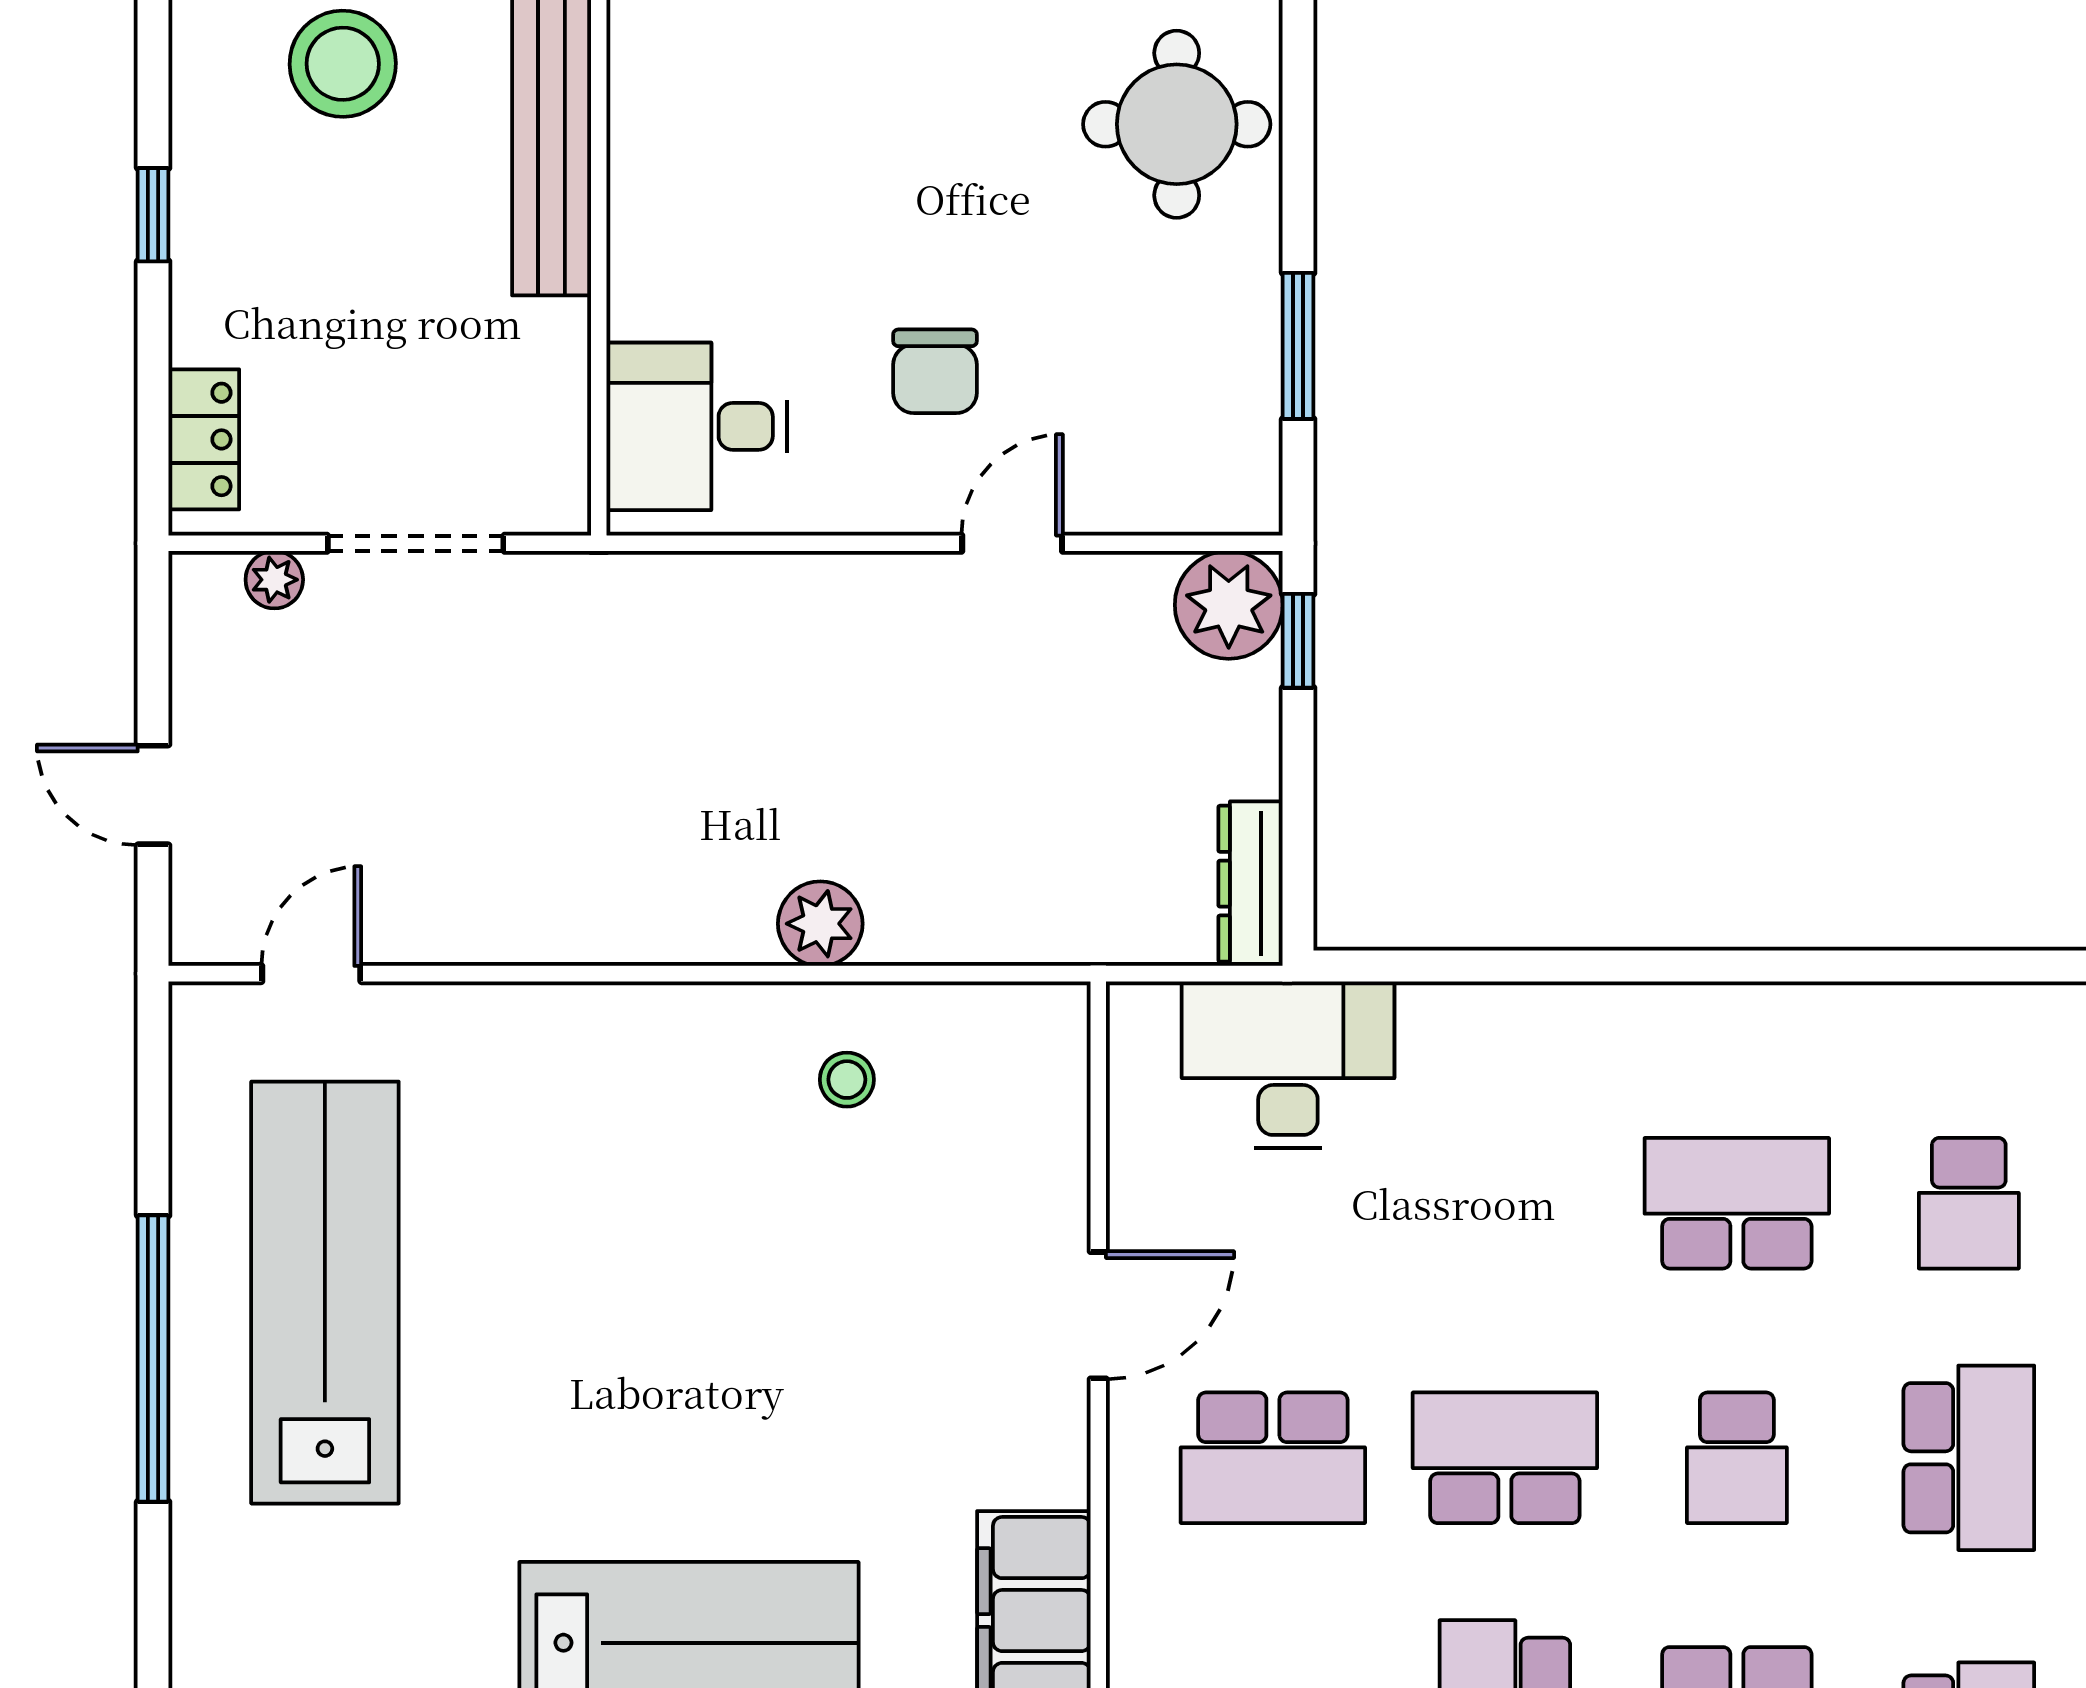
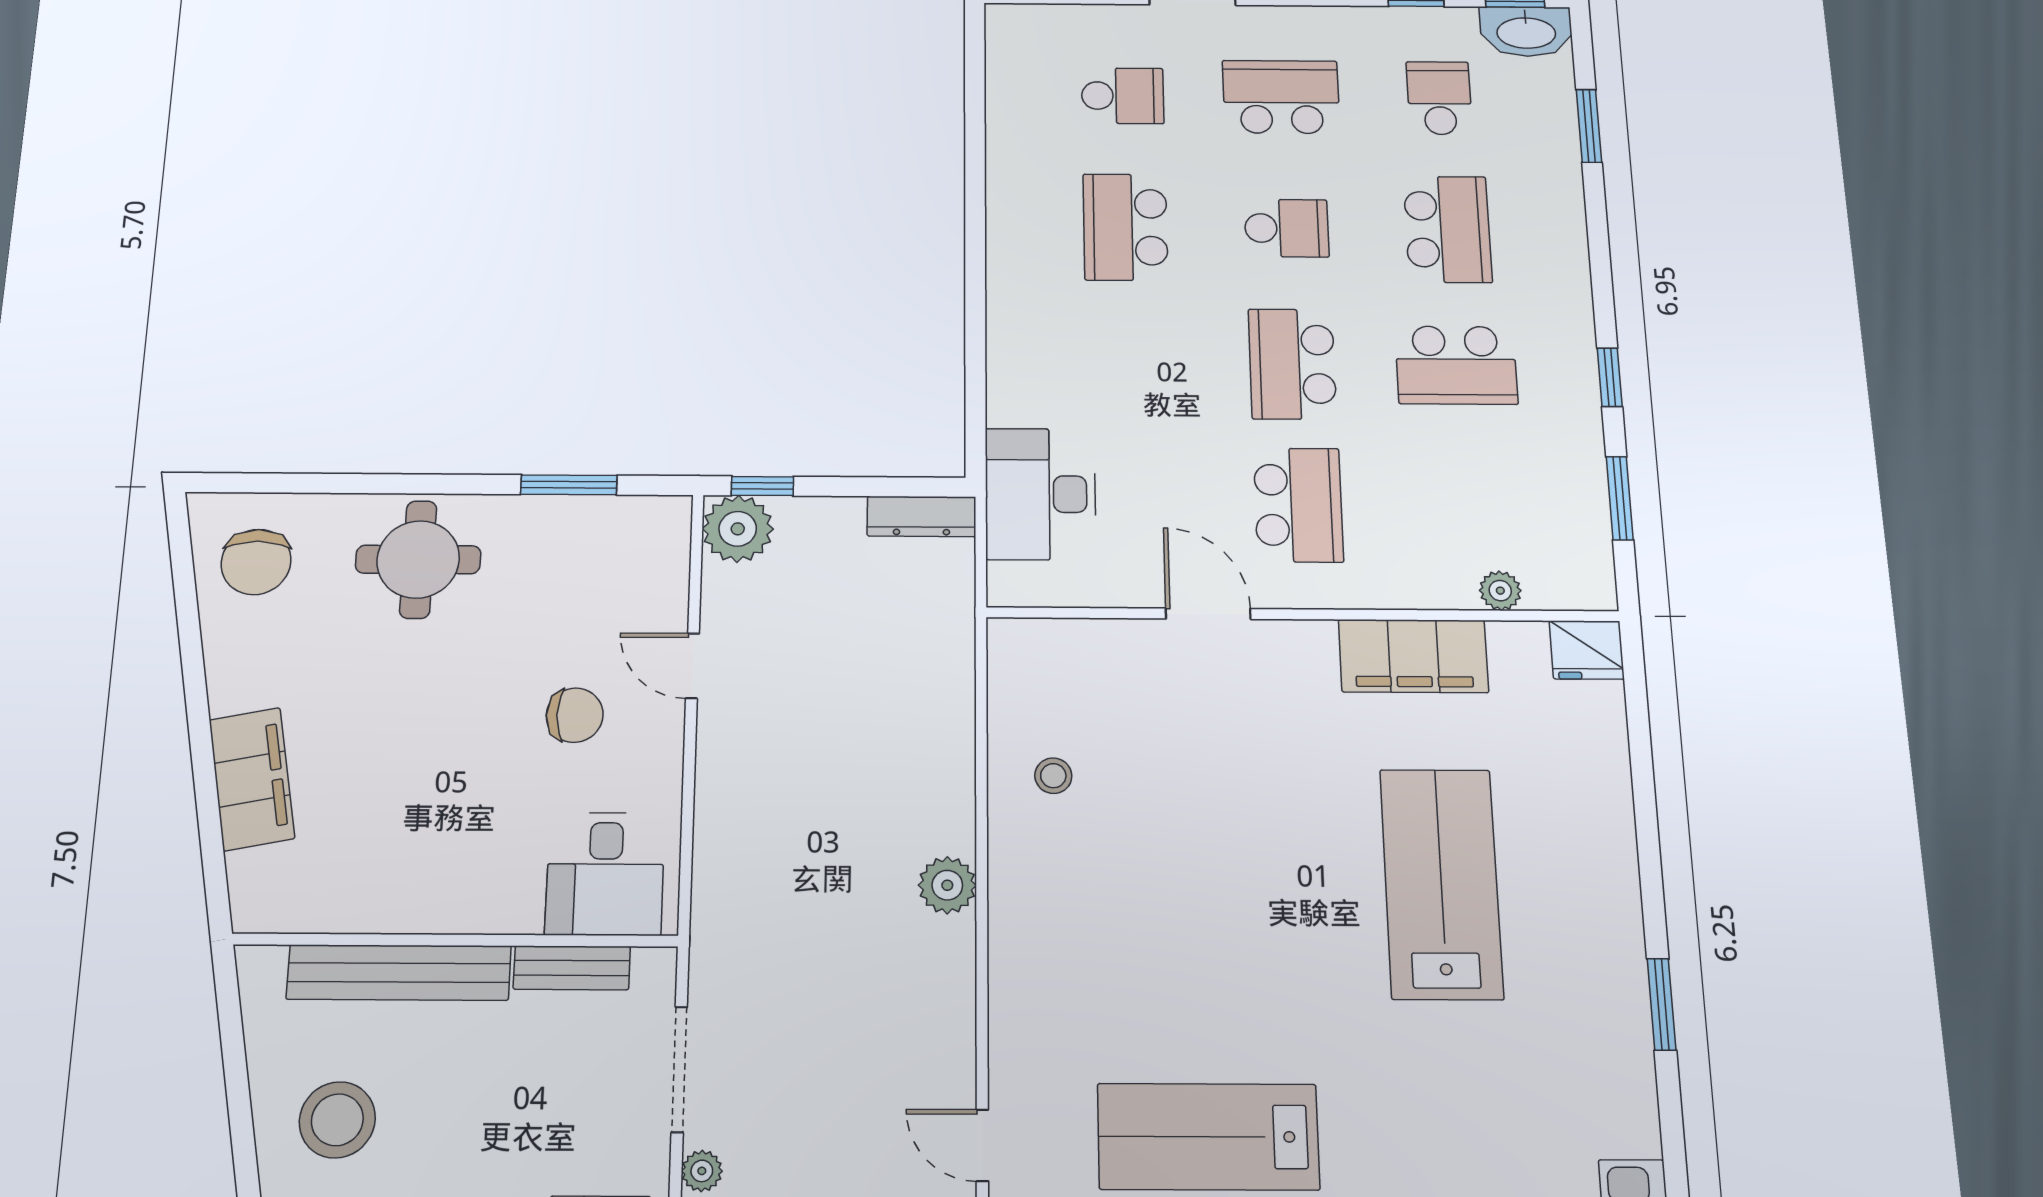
bench: (560, 384) -> (572, 968), added
plant: (820, 924) -> (947, 885), moved
lab bench: (325, 1293) -> (1208, 1137), width x0.73

